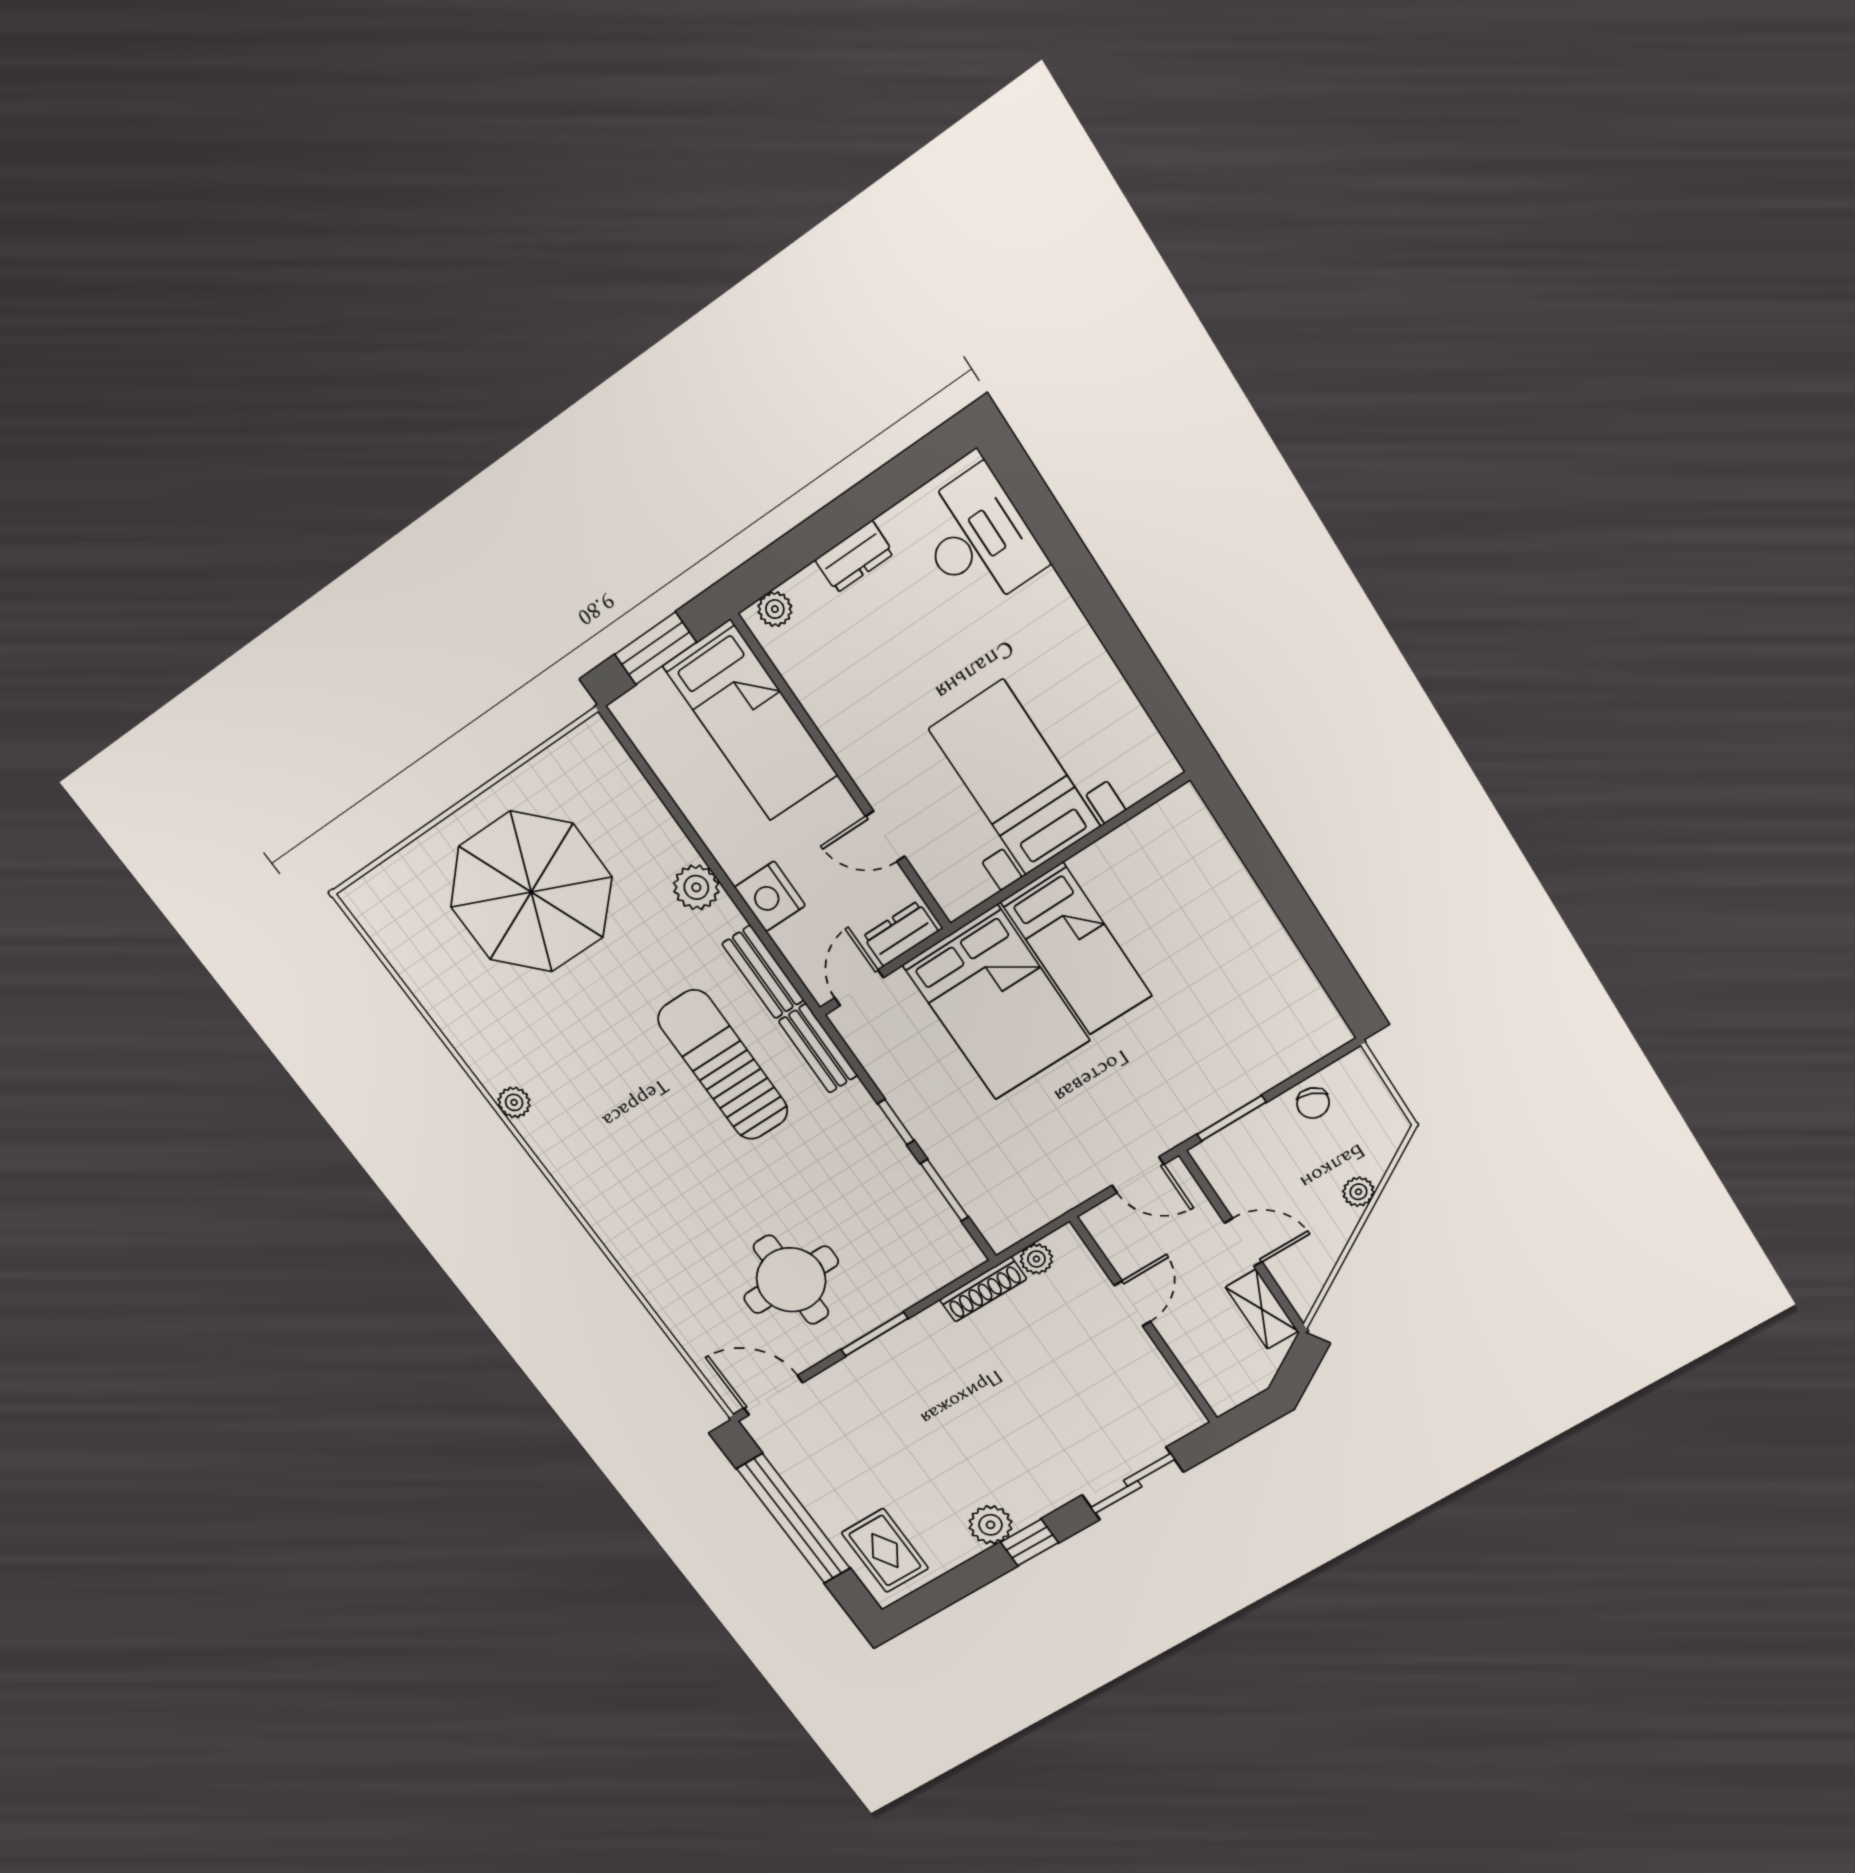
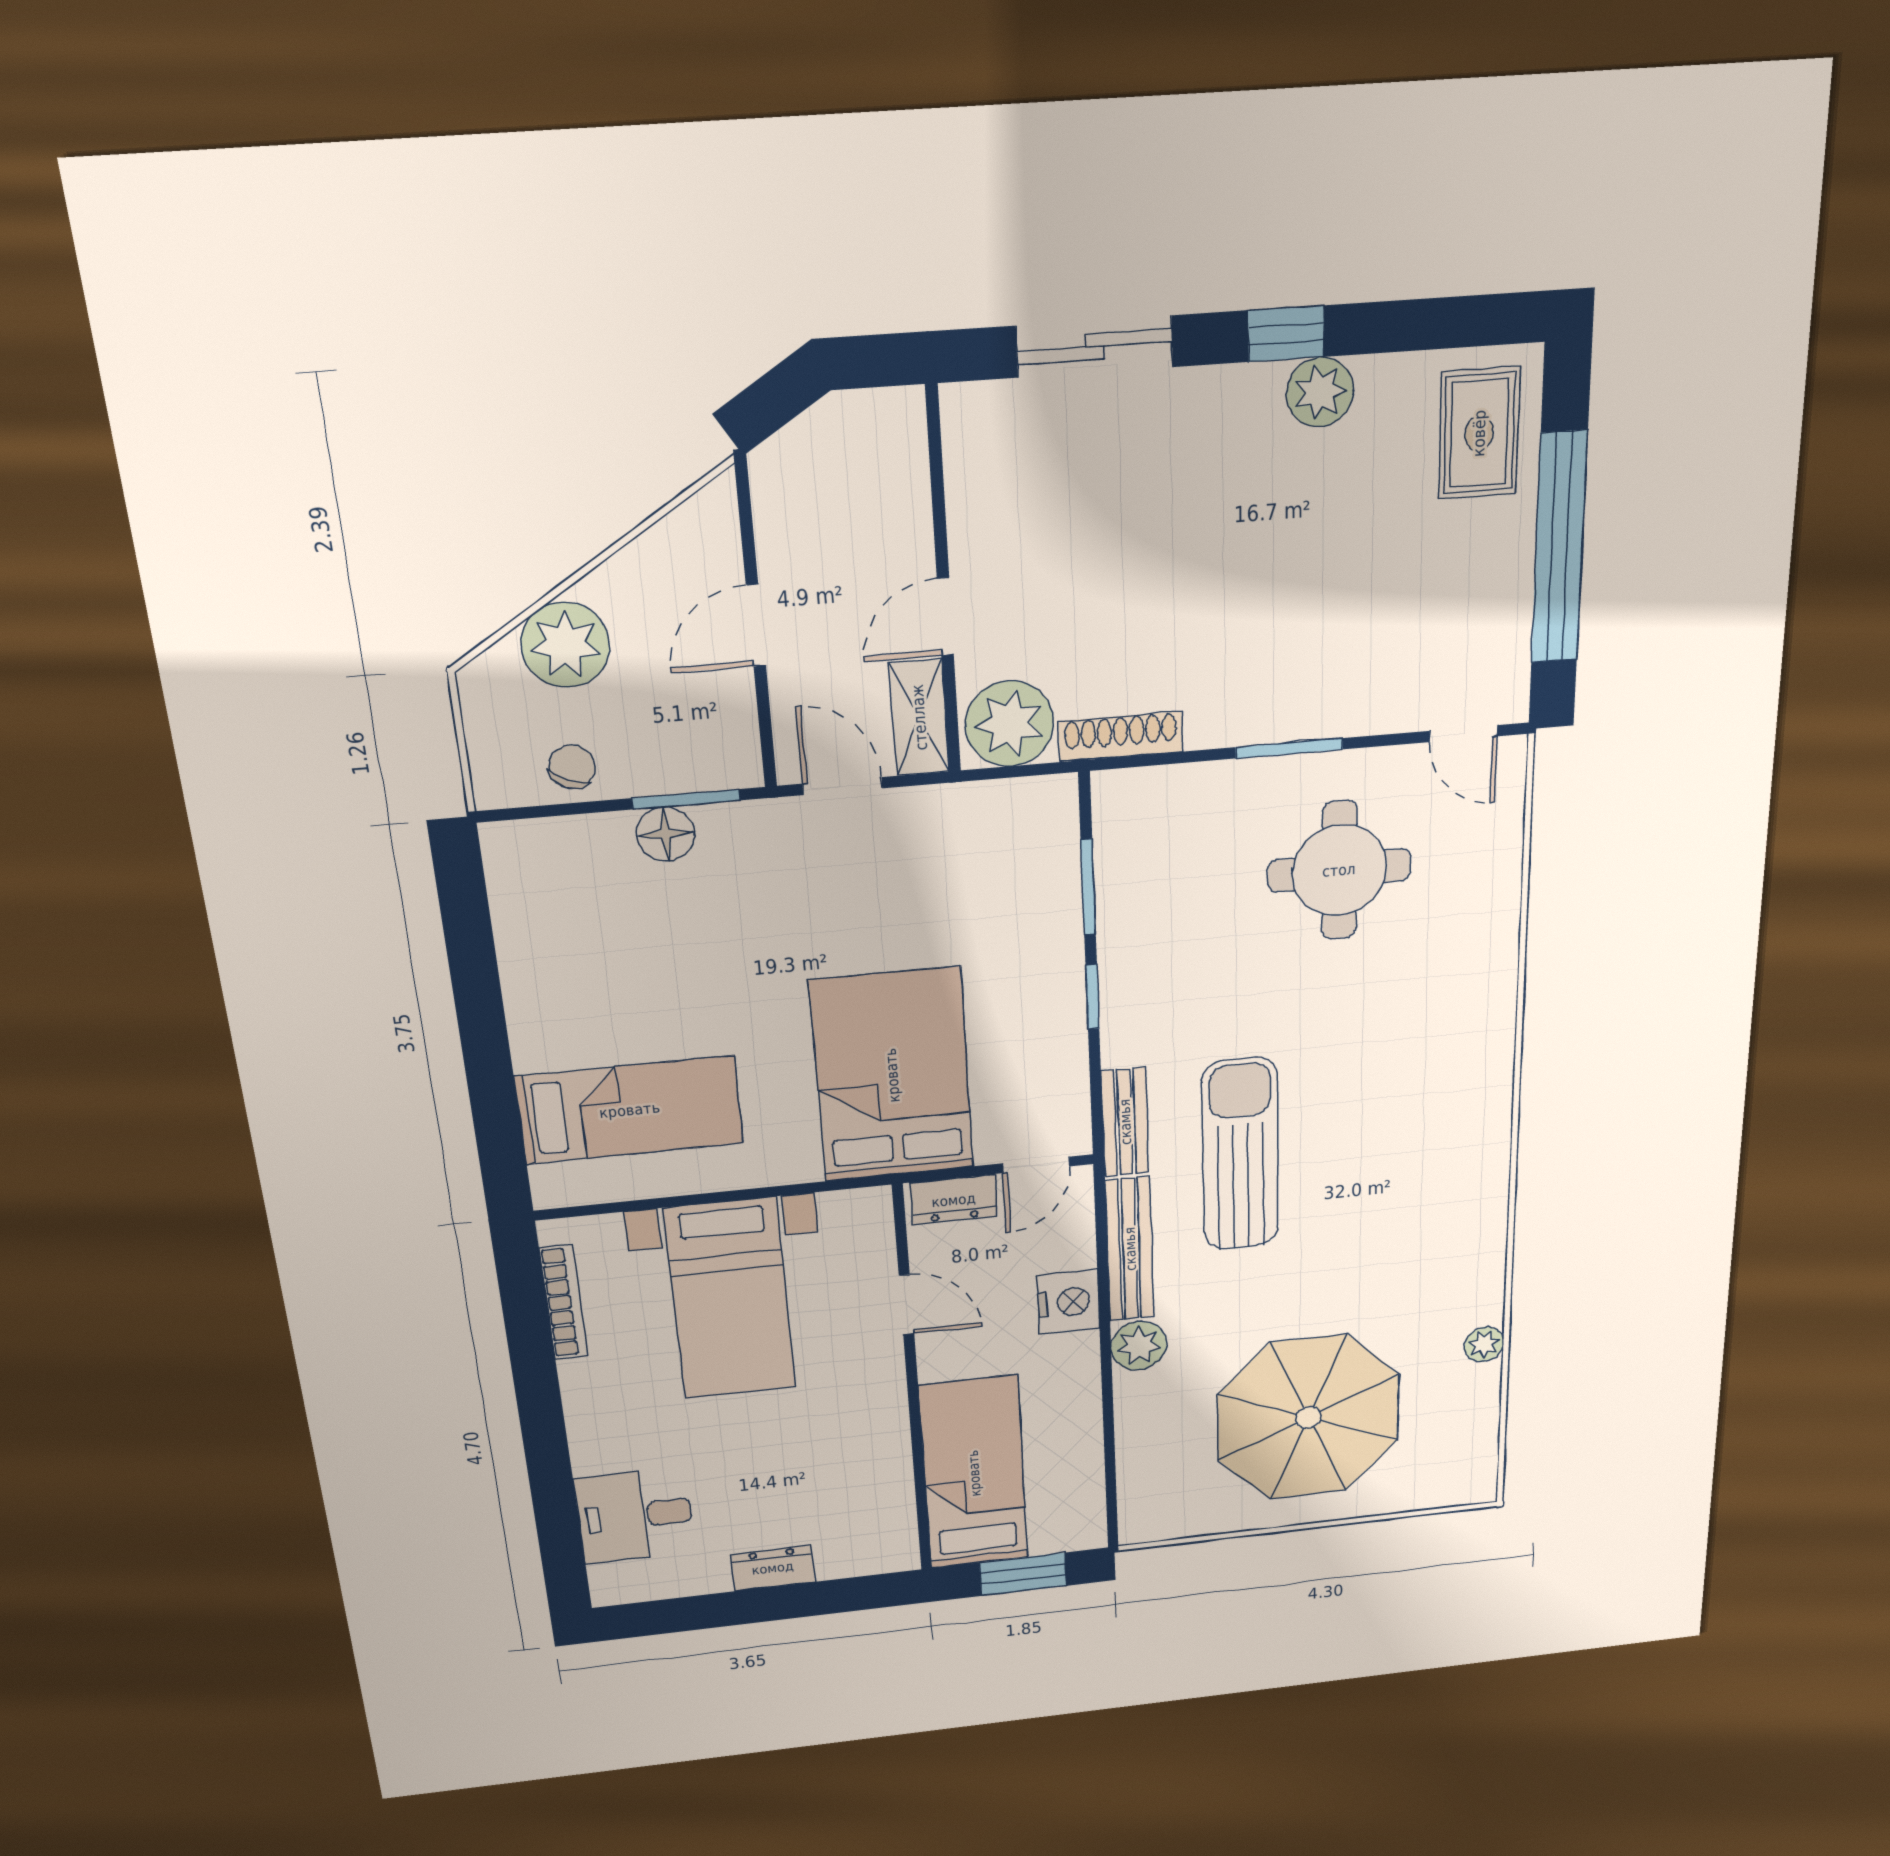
desk: (978, 539) -> (635, 1516), width x0.73
plant: (775, 609) -> (882, 1558), removed
bookcase: (1133, 716) -> (564, 1302), added
bed: (1077, 949) -> (630, 1110), moved, turned 90
bench: (763, 972) -> (1130, 1249), width x1.36
sun lounger: (723, 1065) -> (1240, 1155), turned 180
floor lamp: (1233, 1090) -> (665, 834), added
plant: (514, 1102) -> (1484, 1344), moved
plant: (1358, 1192) -> (565, 645), width x1.88, depth x1.88
door: (1243, 1242) -> (756, 625), hinge flipped
plant: (1036, 1259) -> (1010, 724), width x1.88, depth x1.88
shelving: (1262, 1309) -> (919, 717), moved
door: (773, 1395) -> (1463, 734), width x0.73

